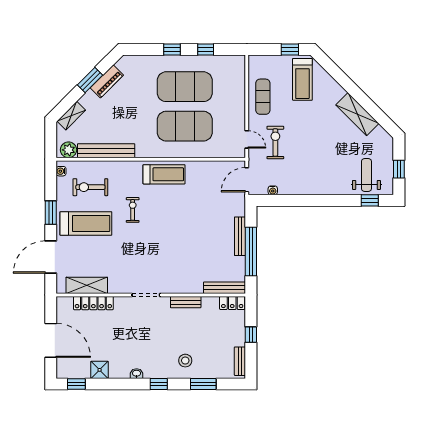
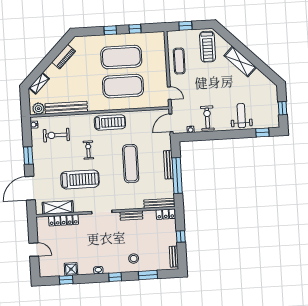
window: (290, 50) -> (185, 26), moved
window: (90, 80) -> (51, 56), removed
shelving: (357, 114) -> (240, 62), moved
exercise bike: (275, 142) -> (207, 118), moved
weight bench: (366, 175) -> (241, 116), moved
treadmill: (86, 223) -> (80, 179), moved
exercise mat: (189, 232) -> (131, 164), added
door: (51, 340) -> (34, 250), width x0.53
window: (76, 384) -> (66, 280), moved

